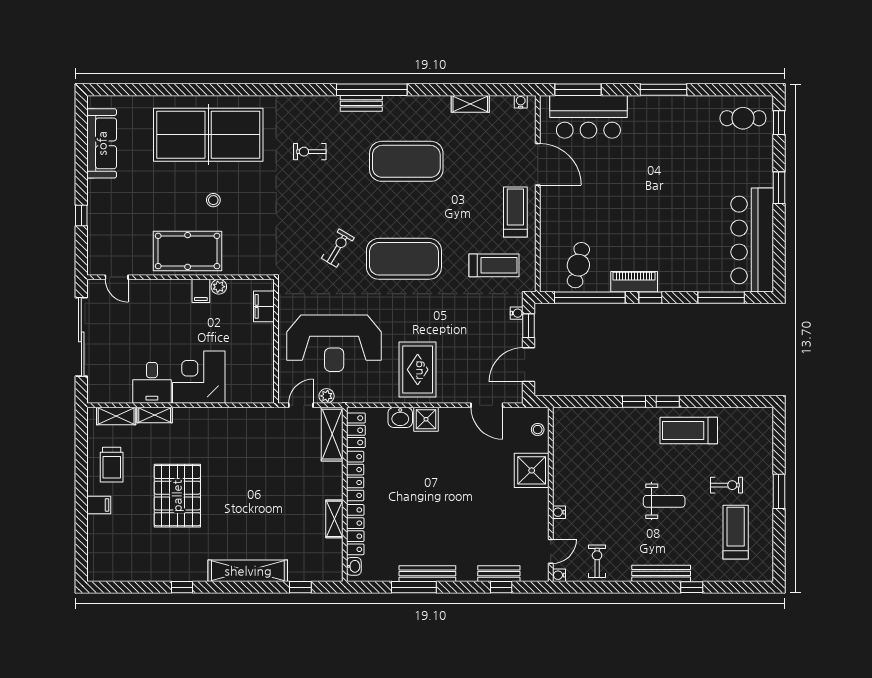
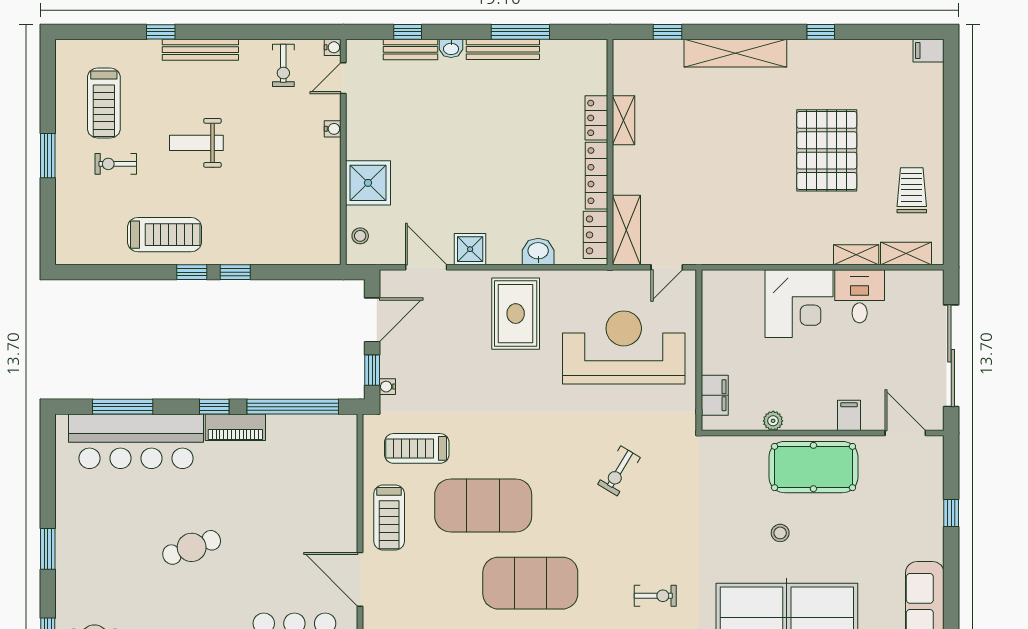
bar counter: (752, 240) -> (136, 441), moved, turned 90
exercise mat: (404, 259) -> (483, 505), moved
cafe table: (578, 265) -> (192, 547), moved, turned 58
door: (117, 277) -> (905, 433), width x1.38
filing cabinet: (201, 291) -> (849, 415), moved
plant: (327, 396) -> (634, 279), removed
shower: (426, 419) -> (470, 249), moved
filing cabinet: (99, 505) -> (929, 51), moved
locker: (355, 530) -> (596, 118), width x0.66
washbasin: (354, 566) -> (451, 48), moved, turned -90

